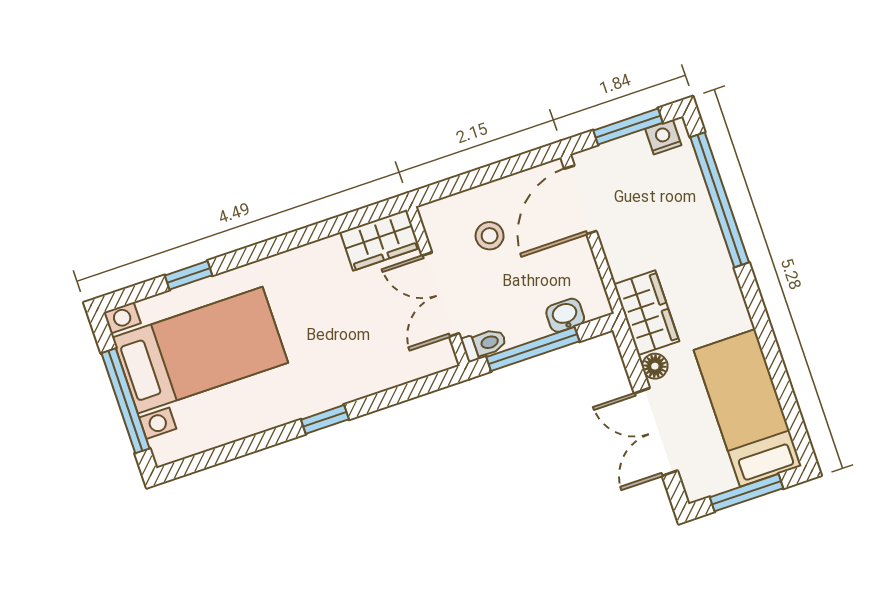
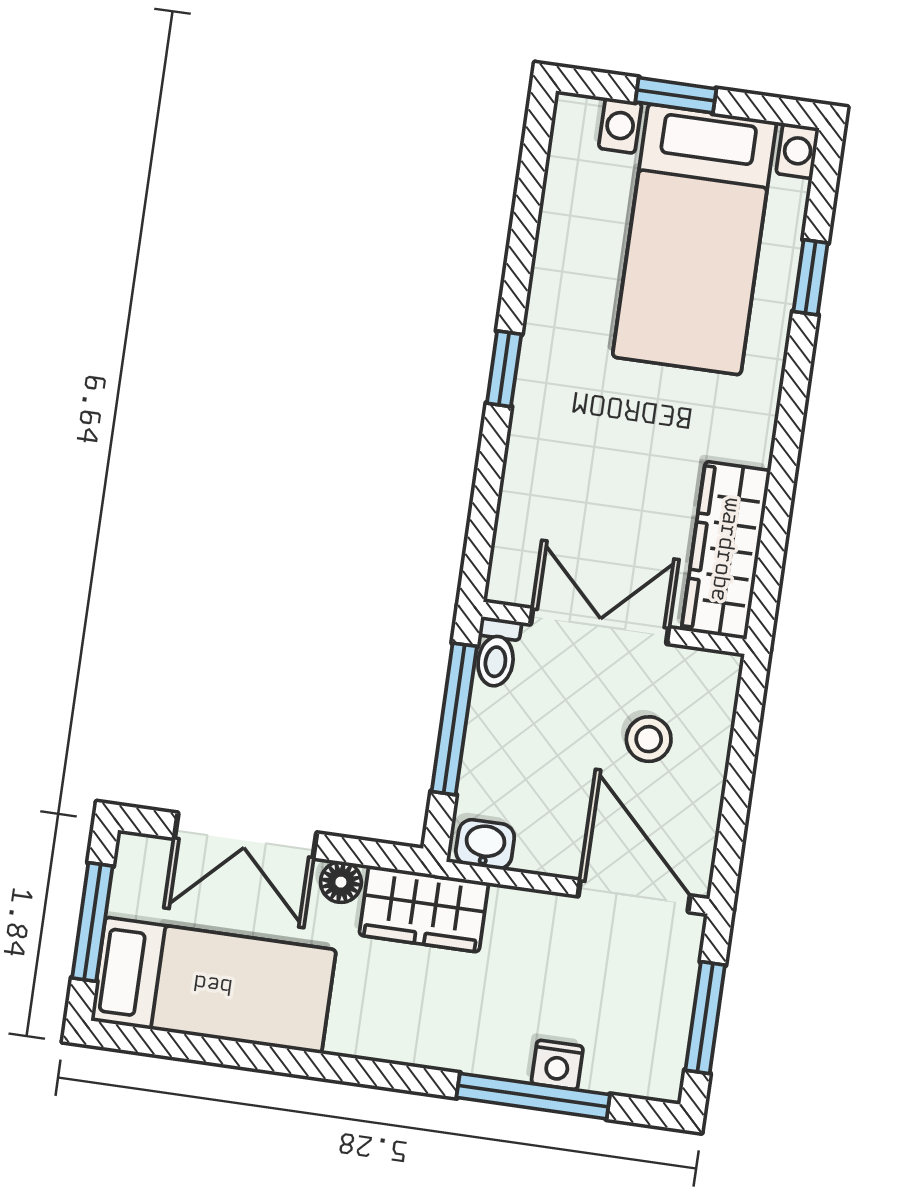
nightstand: (663, 137) -> (557, 1065), moved, turned 90
window: (720, 200) -> (533, 1096), width x0.68
wardrobe: (380, 240) -> (726, 550), width x1.50
washbasin: (565, 315) -> (485, 844), moved, turned -90
window: (125, 401) -> (676, 95), width x0.46
double door: (656, 432) -> (246, 836), swing flipped

